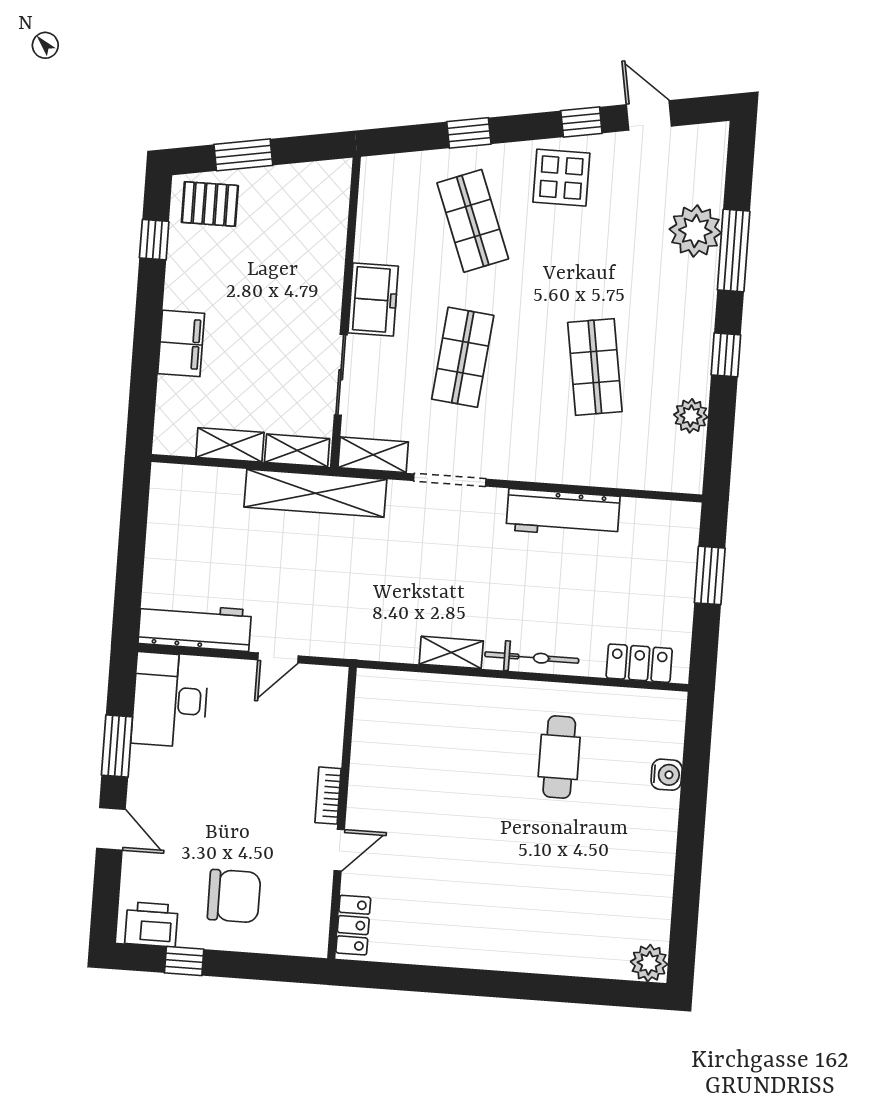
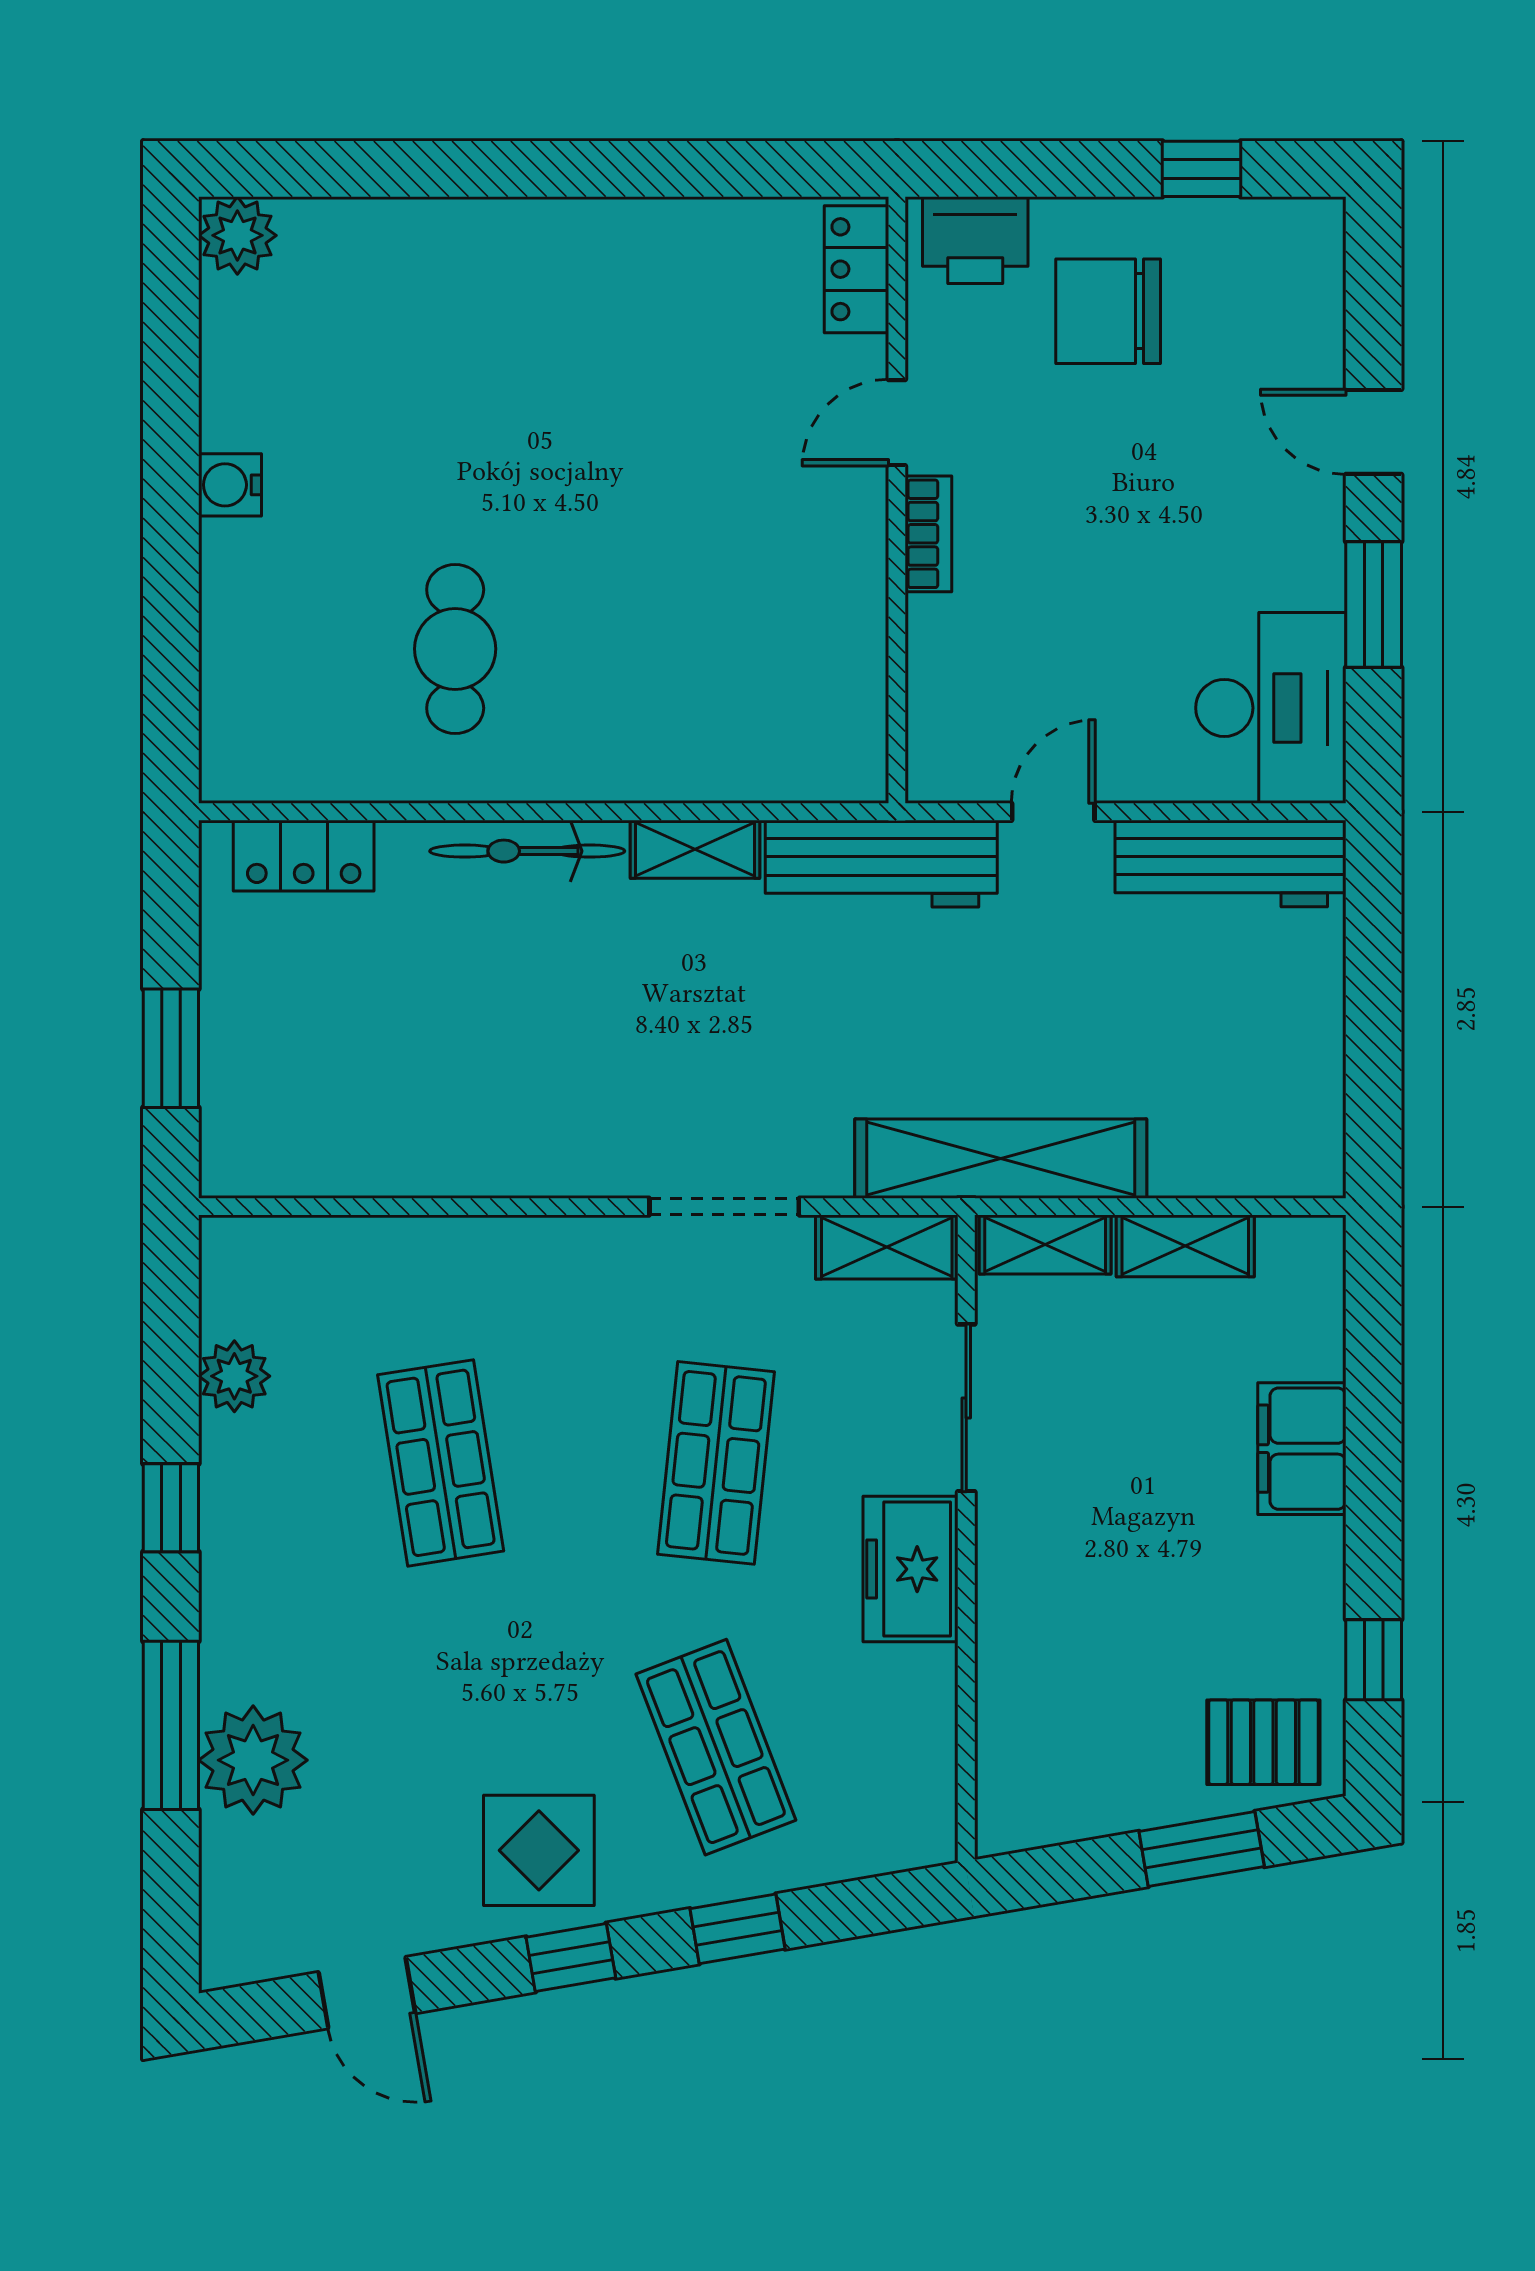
window: (581, 122) -> (571, 1958), moved
workbench: (563, 513) -> (881, 864), moved, turned 180
water cooler: (667, 775) -> (230, 485), moved
printer: (151, 924) -> (975, 240), moved

